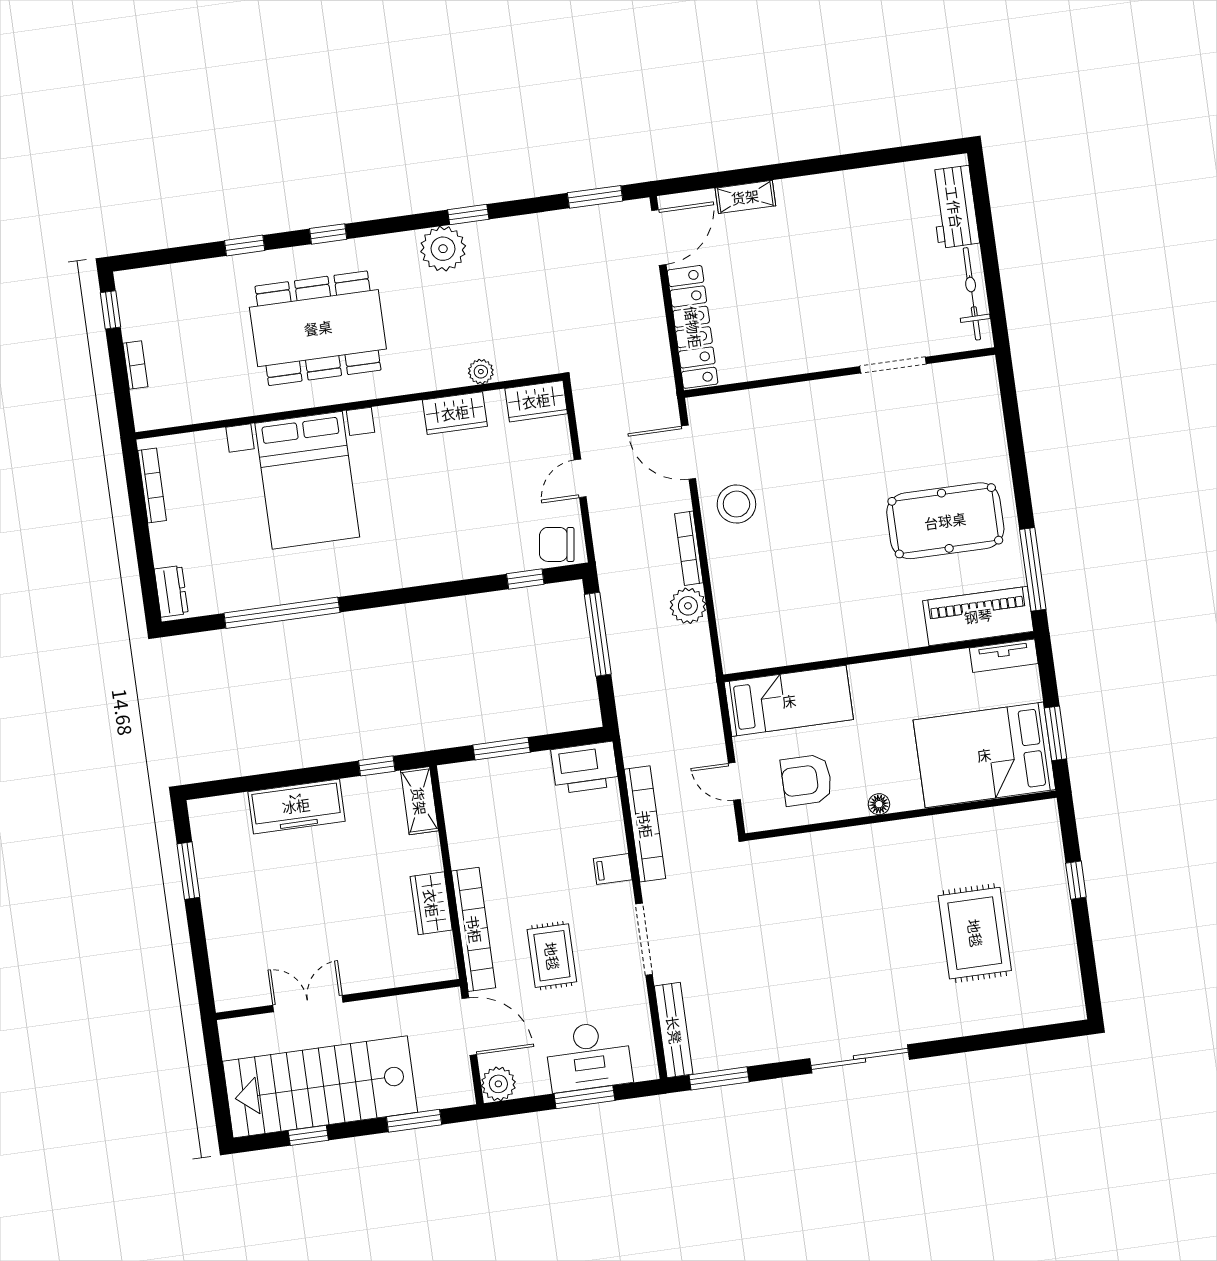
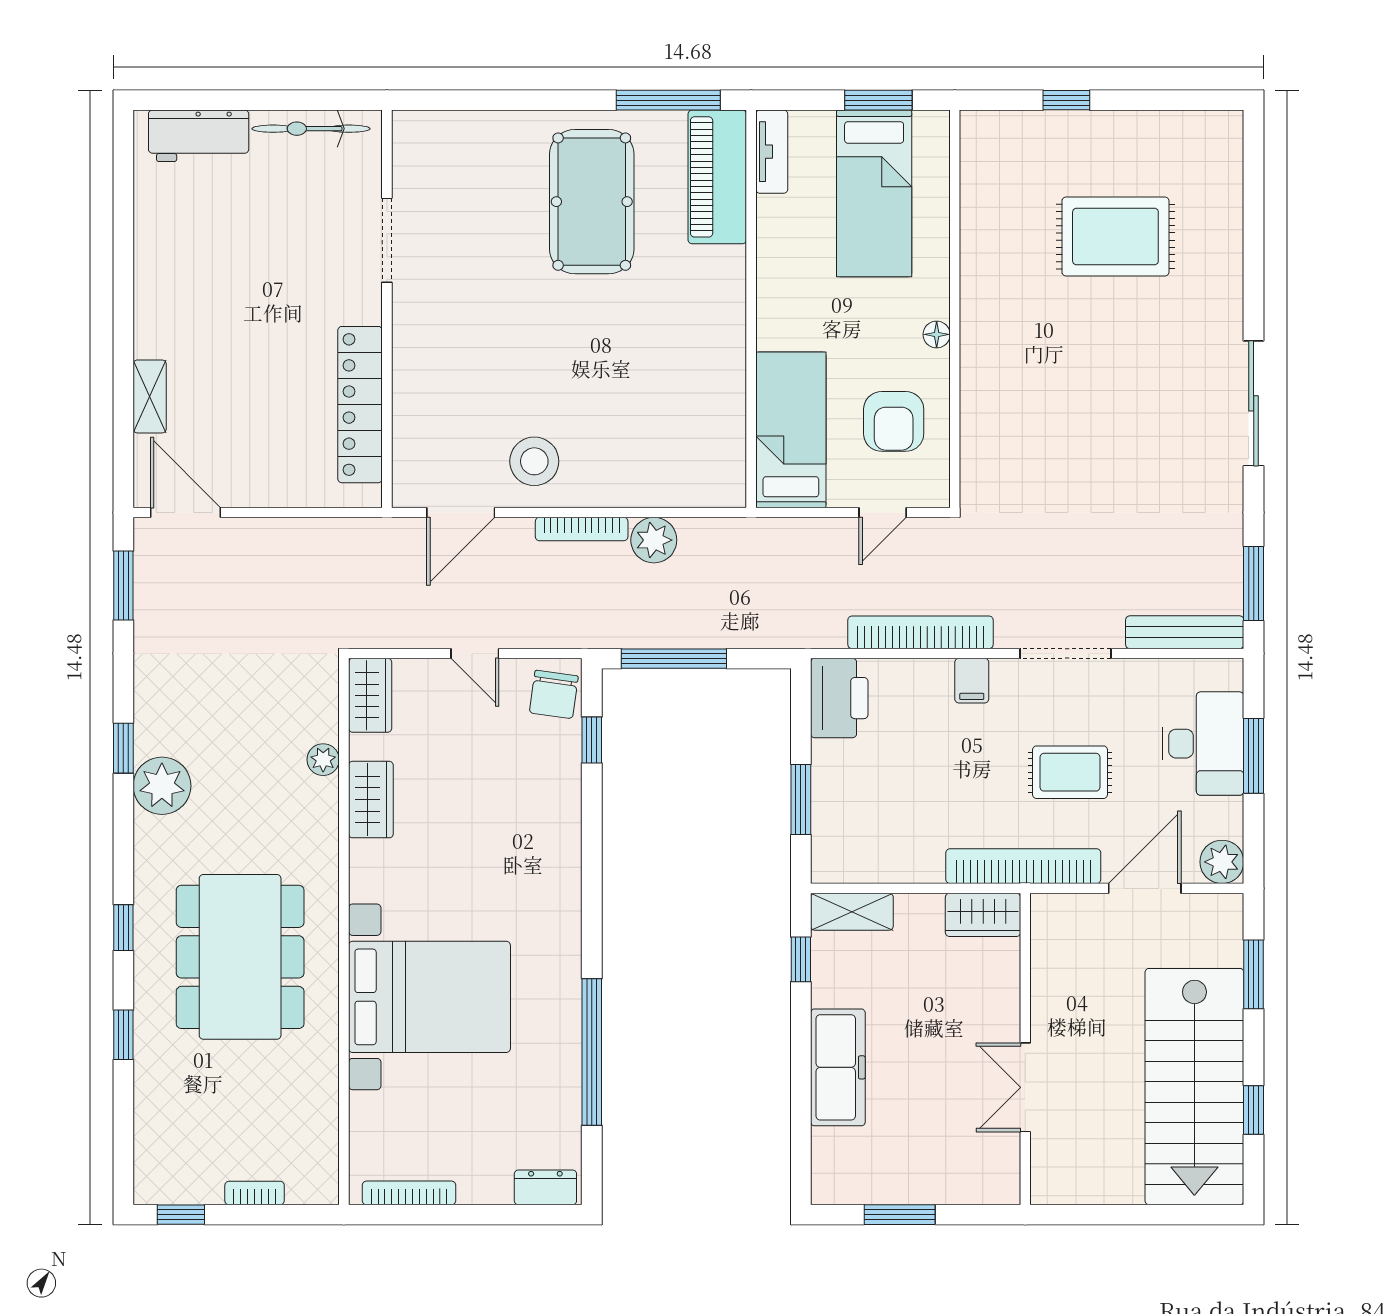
locker: (693, 327) -> (360, 405), moved, turned -90
bed: (984, 755) -> (874, 193), width x0.67
wall: (338, 1000) -> (1025, 1049), moved
double door: (308, 1004) -> (1025, 1087), moved

